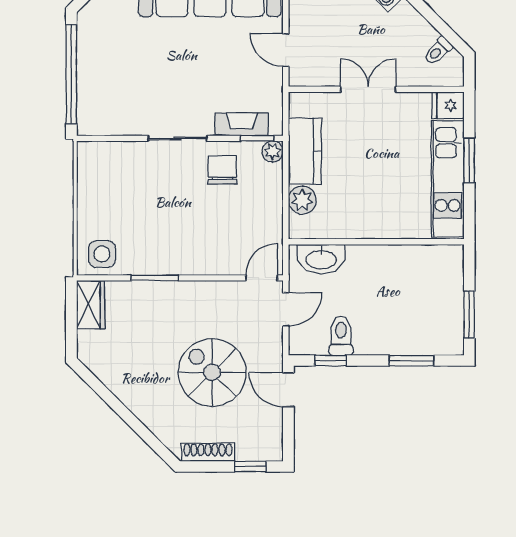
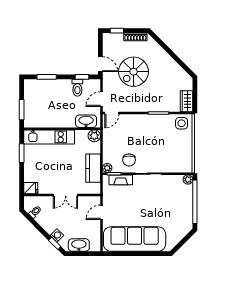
door: (286, 50) -> (101, 212), swing flipped
plant: (87, 125) -> (188, 180), added
window: (469, 160) -> (22, 153), moved
kitchen unit: (448, 179) -> (49, 137), moved, turned 90
plant: (302, 200) -> (94, 136), moved
window: (469, 315) -> (22, 110), moved
spiral stairs: (212, 372) -> (134, 72), turned 90

